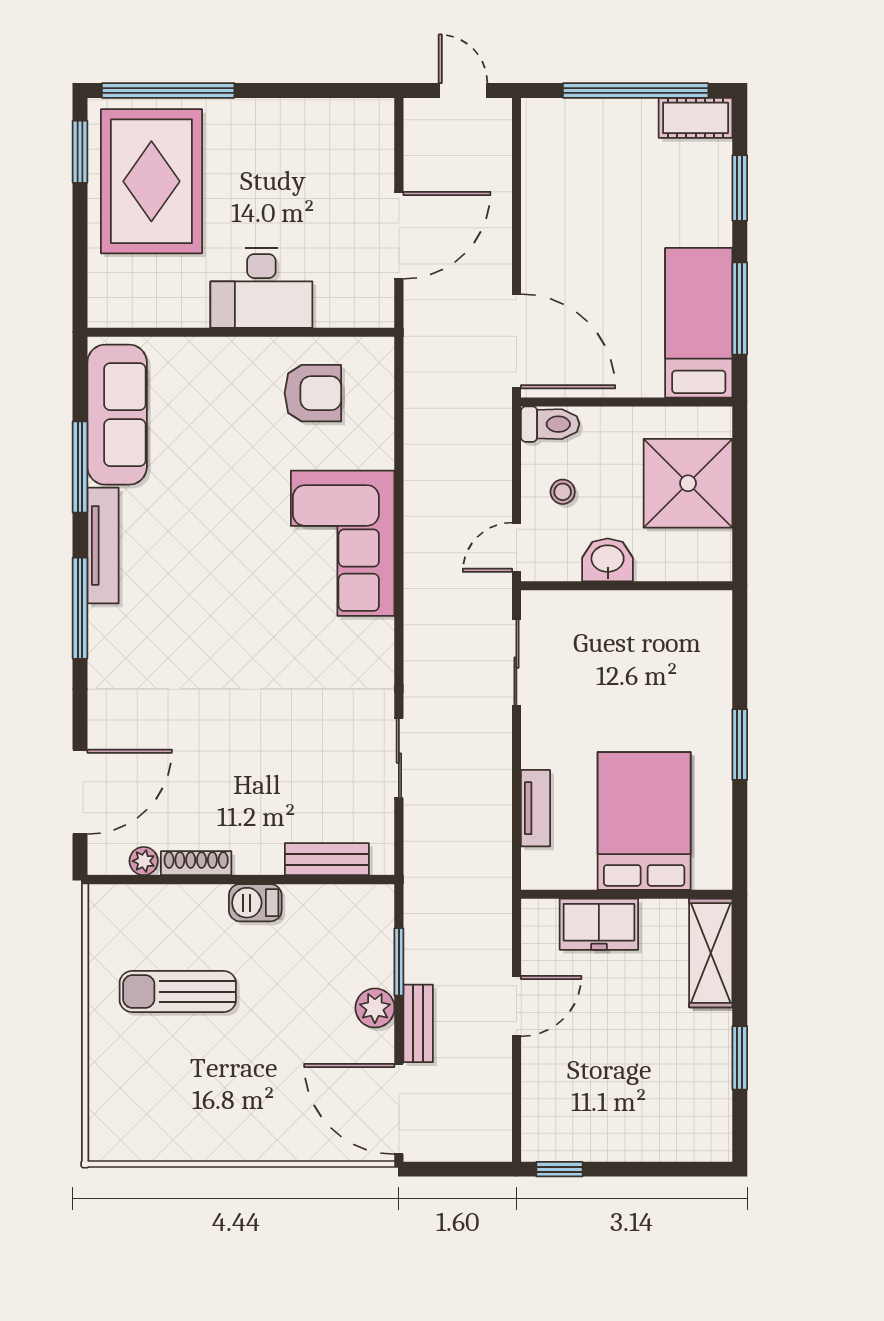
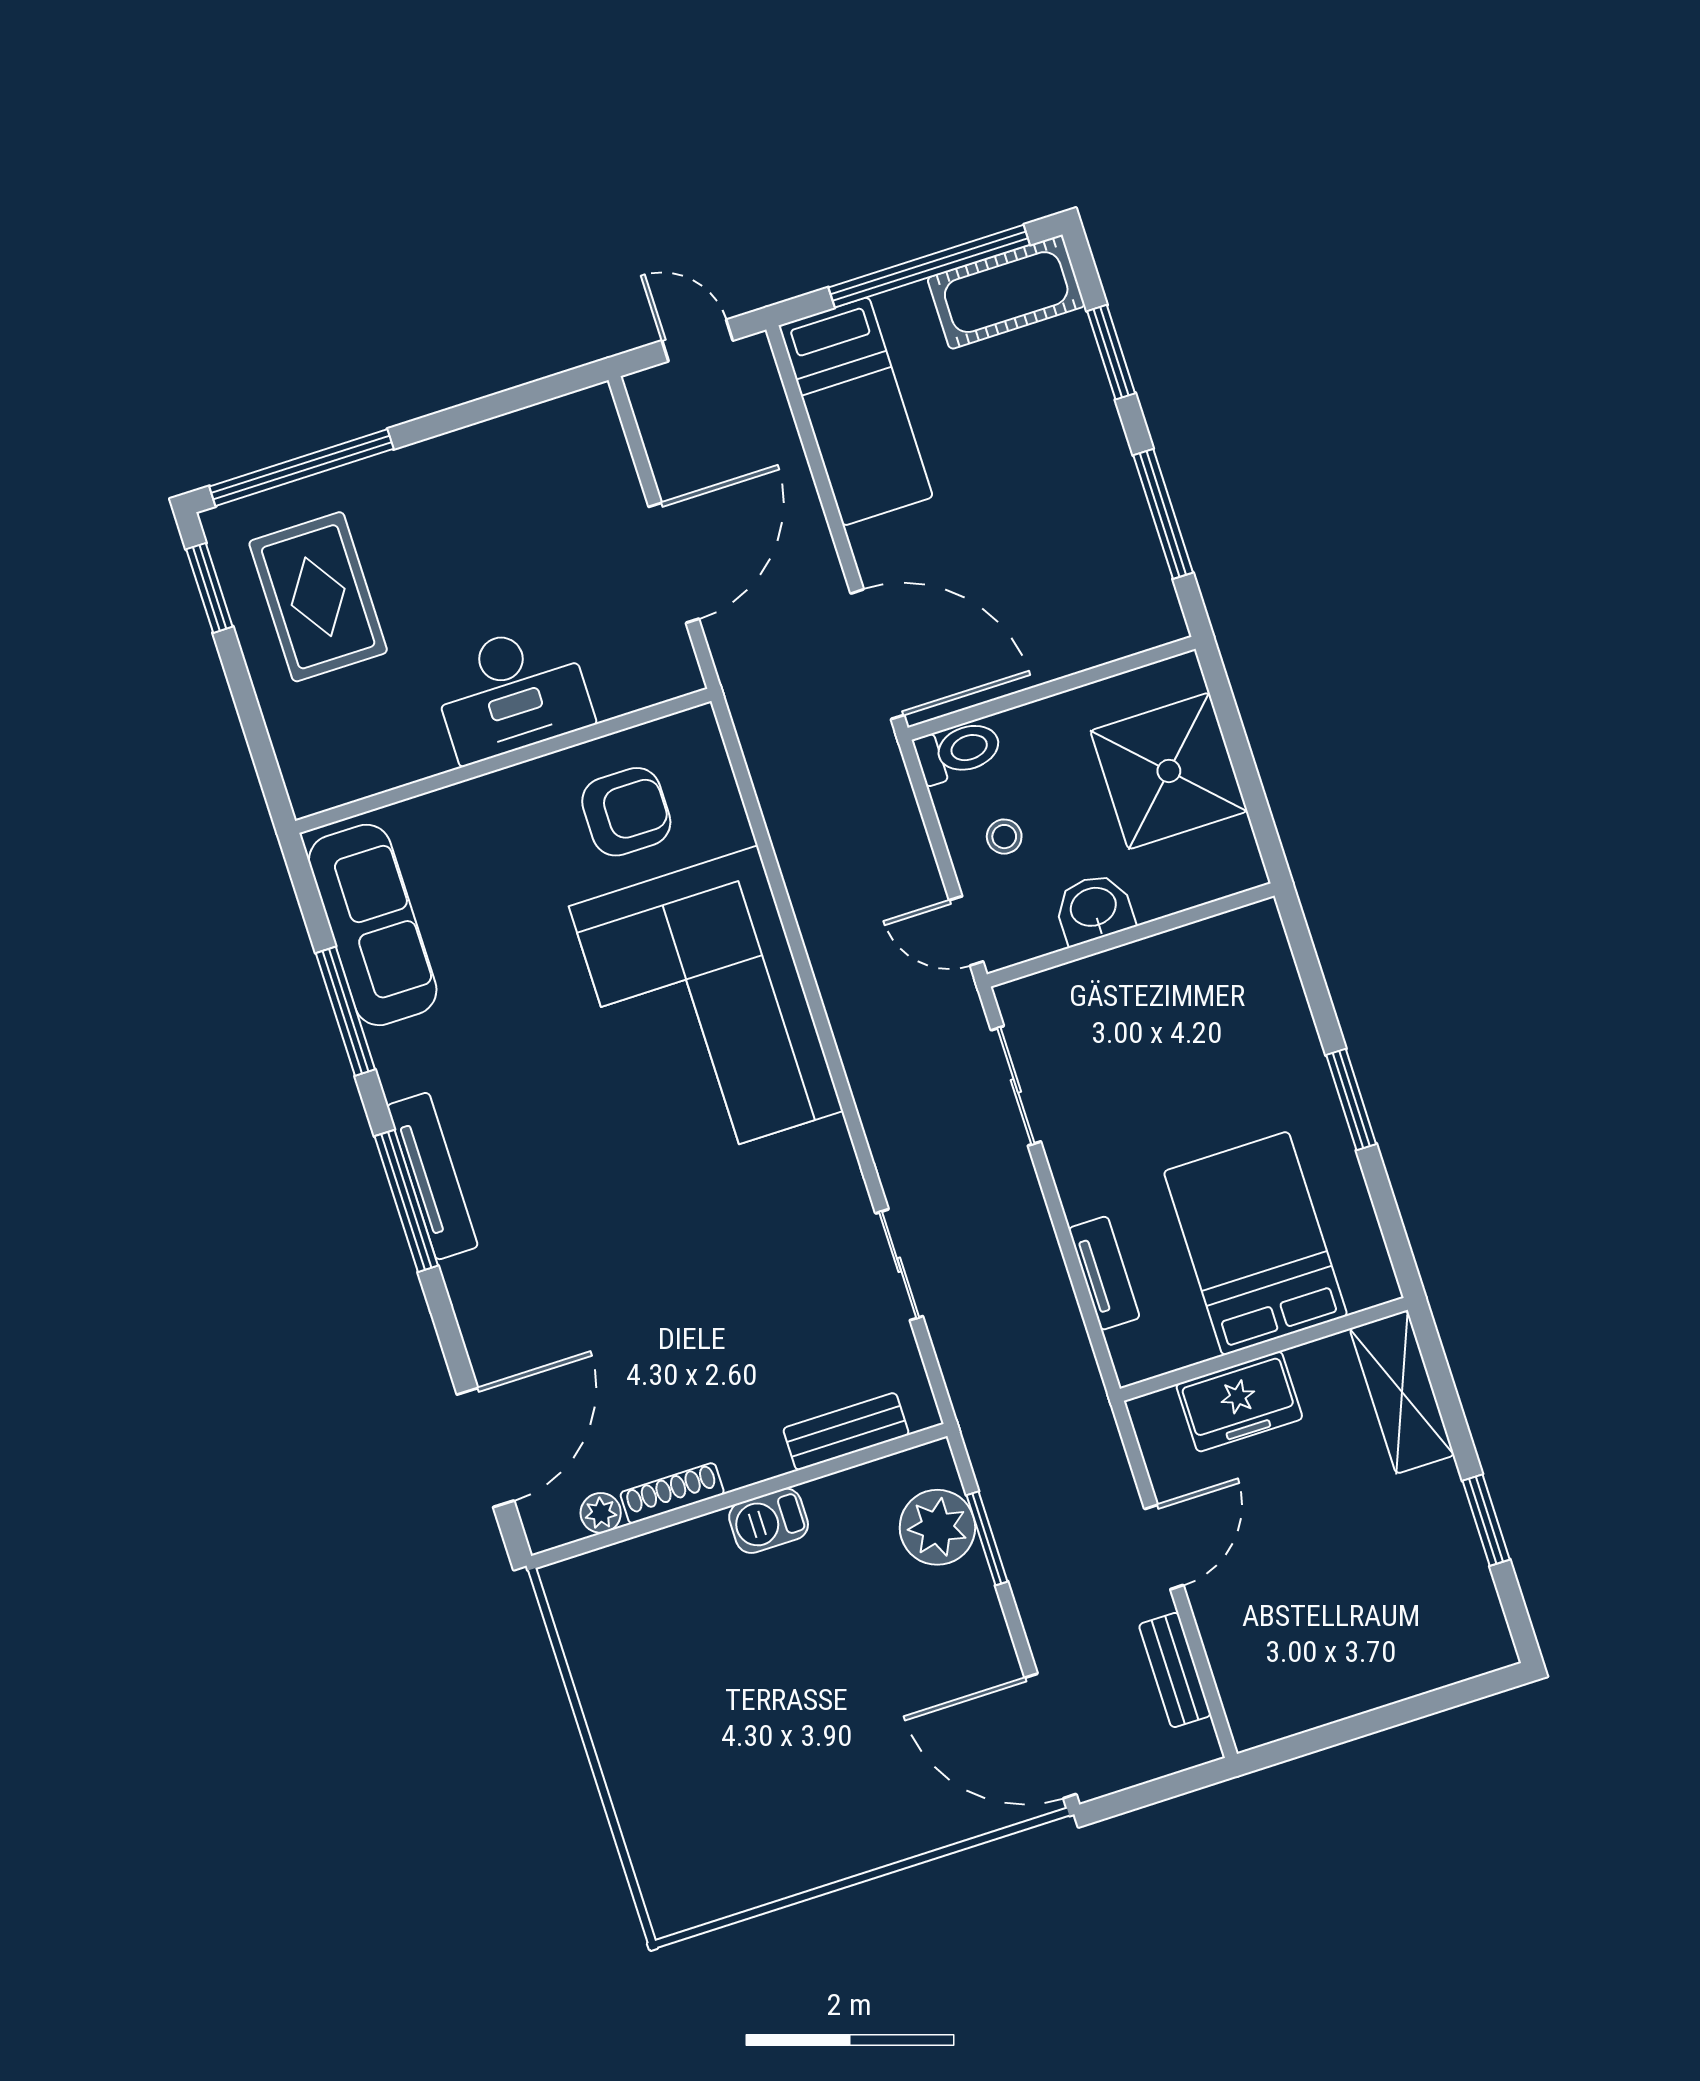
cot: (696, 118) -> (1006, 292), width x1.37, depth x1.34
rug: (151, 181) -> (318, 597), width x0.73, depth x0.69
bed: (699, 323) -> (856, 411), moved, turned 180
corner sofa: (343, 543) -> (706, 1009), width x1.36, depth x1.36
tv unit: (103, 545) -> (432, 1176), moved
door: (516, 547) -> (966, 931), hinge flipped
sun lounger: (178, 992) -> (703, 1673), removed
plant: (375, 1008) -> (937, 1527), moved, width x1.36, depth x1.36
bench: (418, 1023) -> (1175, 1670), moved
window: (559, 1169) -> (1292, 1747), removed

